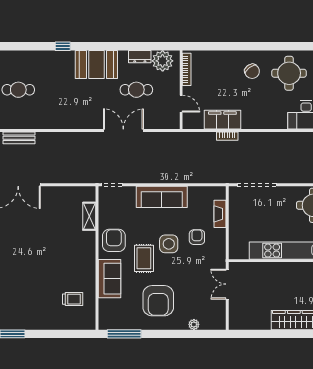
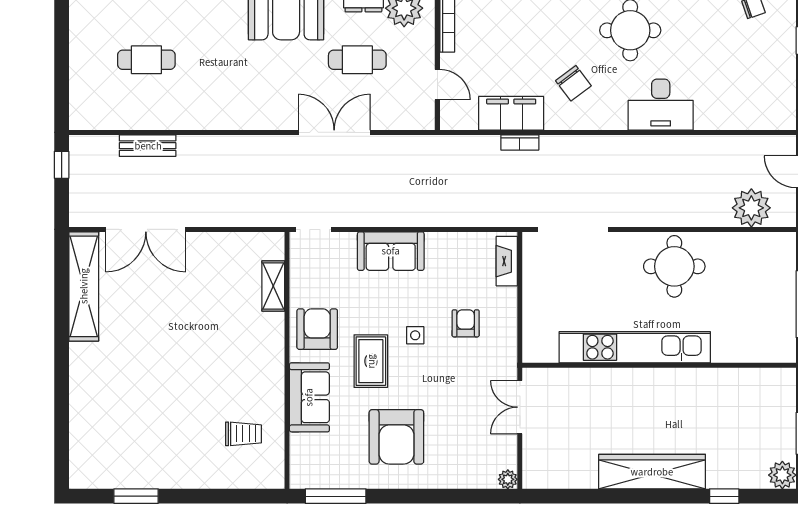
chair: (252, 71) -> (573, 83), moved
sofa: (162, 197) -> (391, 251), width x0.73
fireplace: (220, 214) -> (507, 261), moved
side table: (169, 244) -> (415, 335), width x0.54, depth x0.54
plant: (194, 324) -> (508, 479), moved

